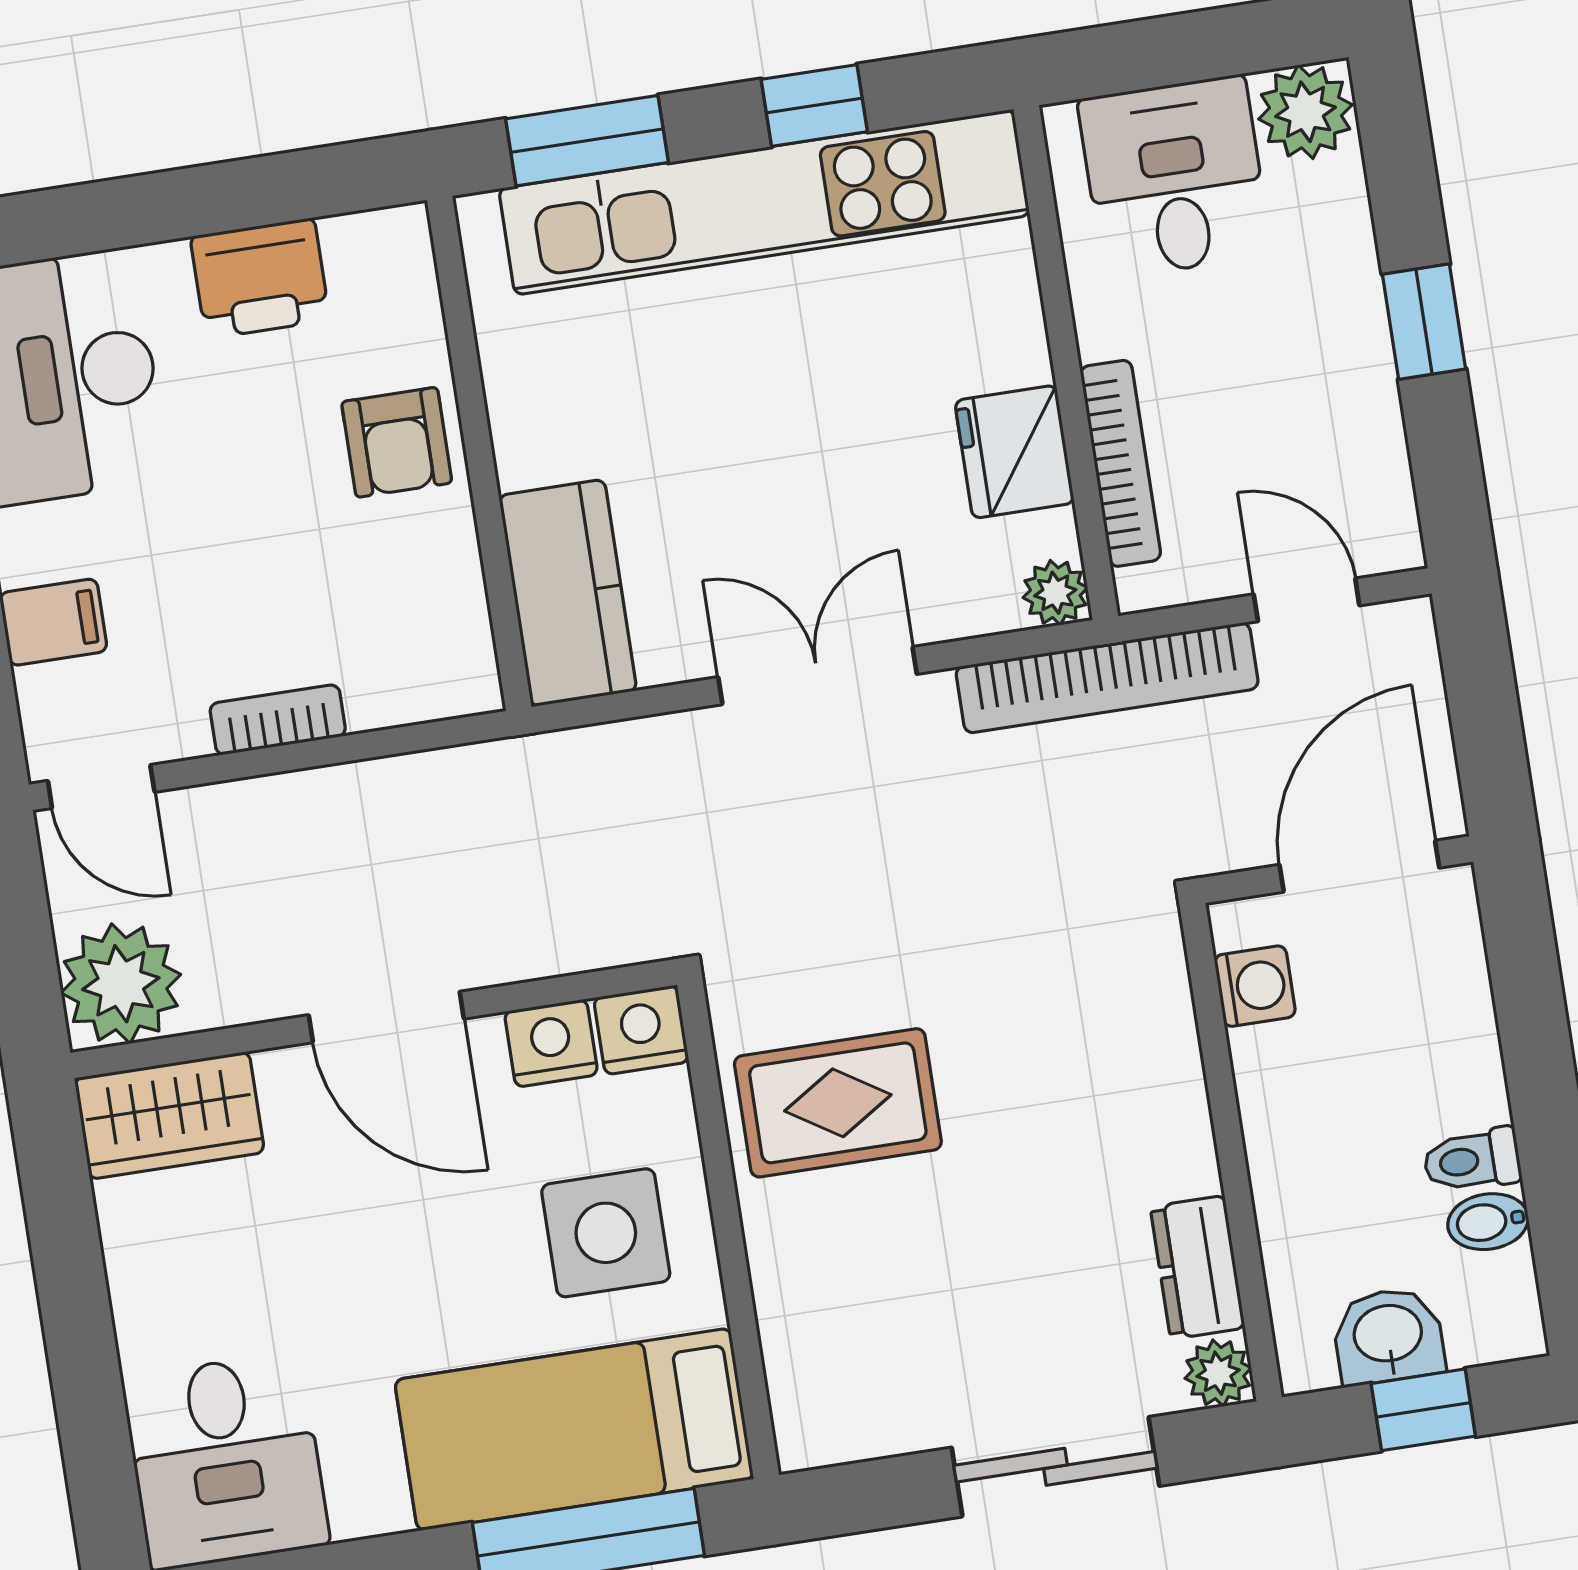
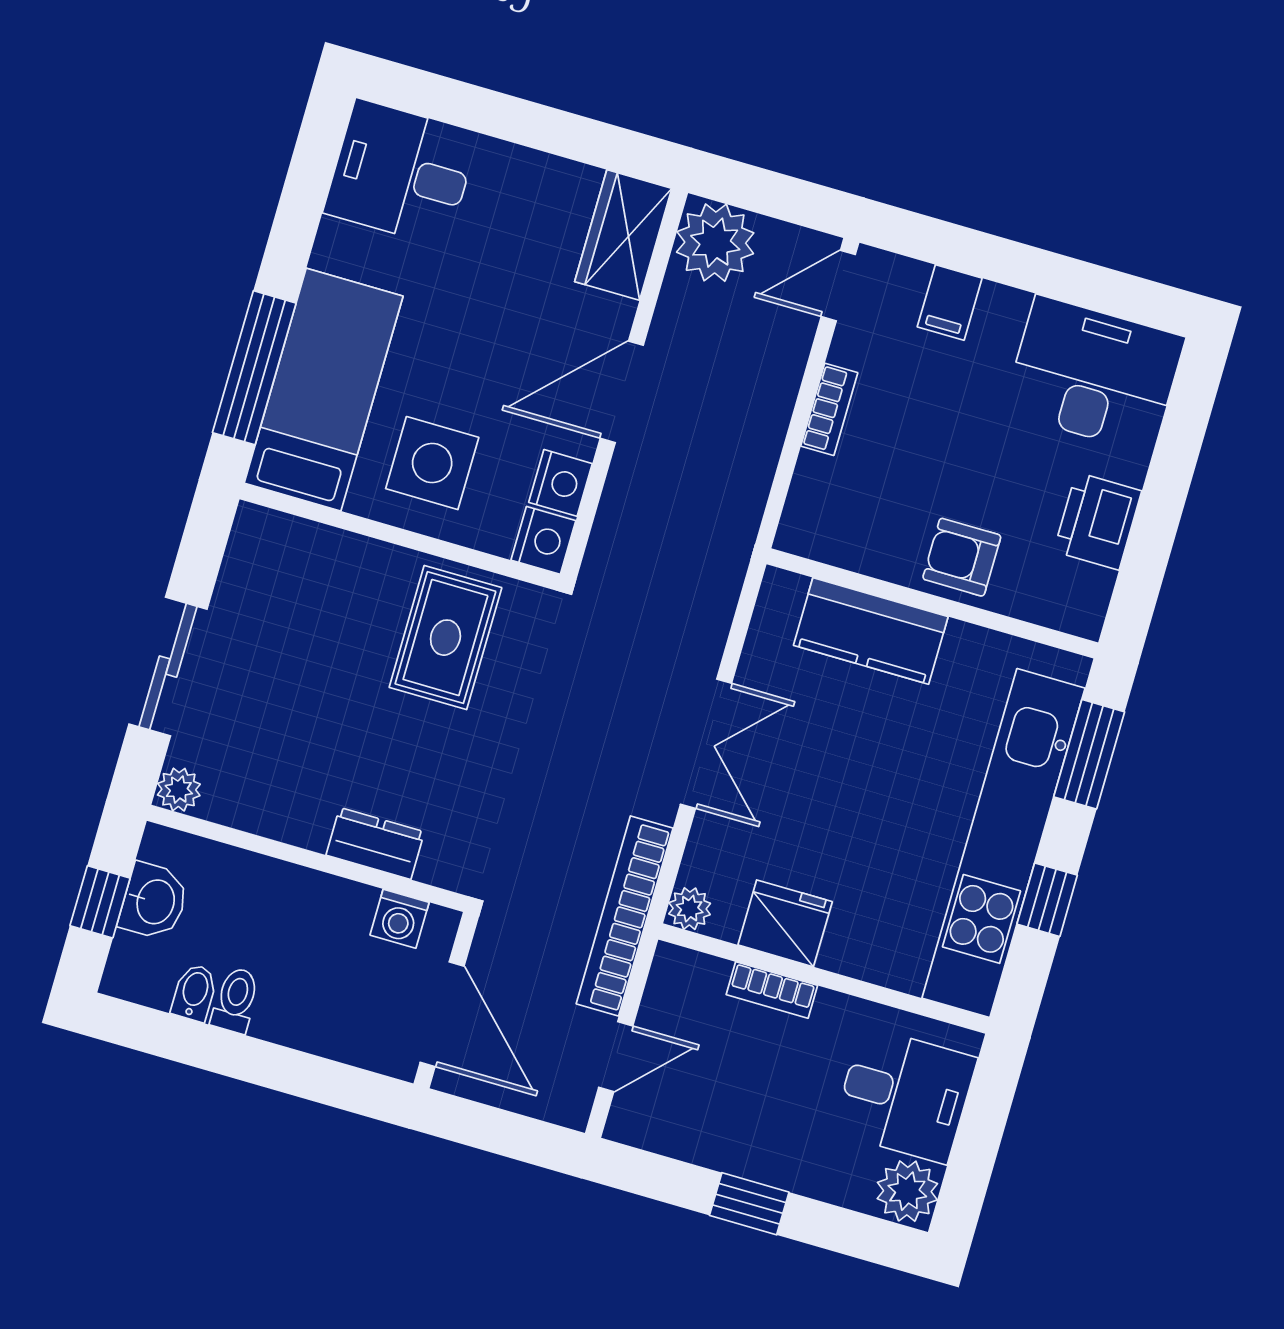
bookcase: (1120, 463) -> (772, 990), width x0.64
kitchen counter: (568, 593) -> (871, 631), moved
dresser: (1198, 1267) -> (375, 843), moved

